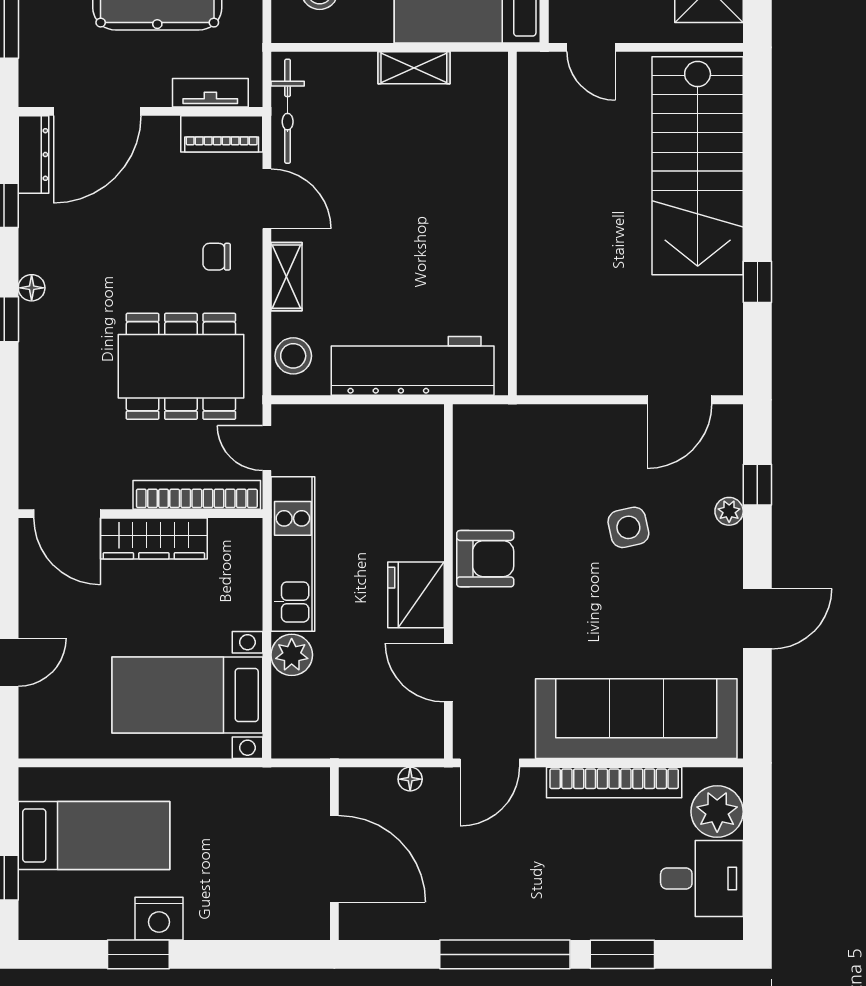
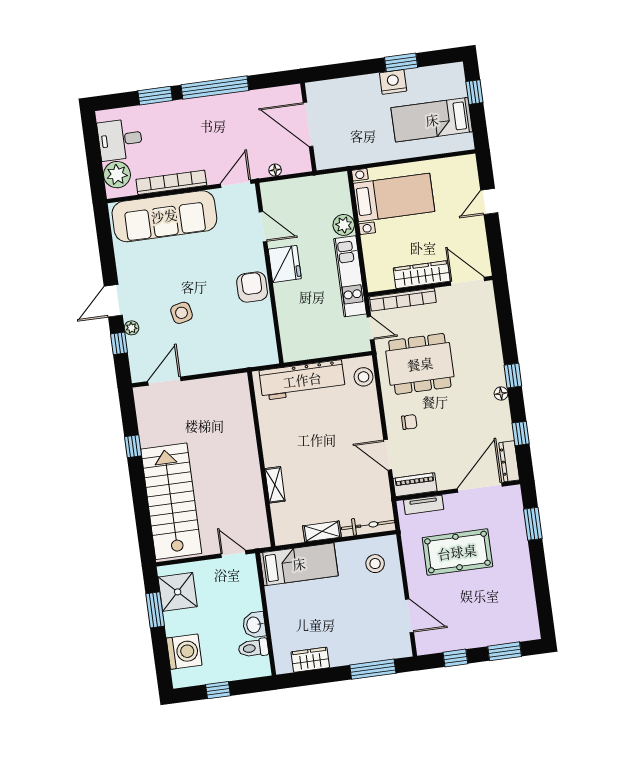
bicycle: (288, 111) -> (368, 525), moved, turned 90
shelving: (286, 277) -> (275, 485), moved
armchair: (485, 559) -> (252, 287), turned 90
door: (757, 619) -> (113, 301), moved

